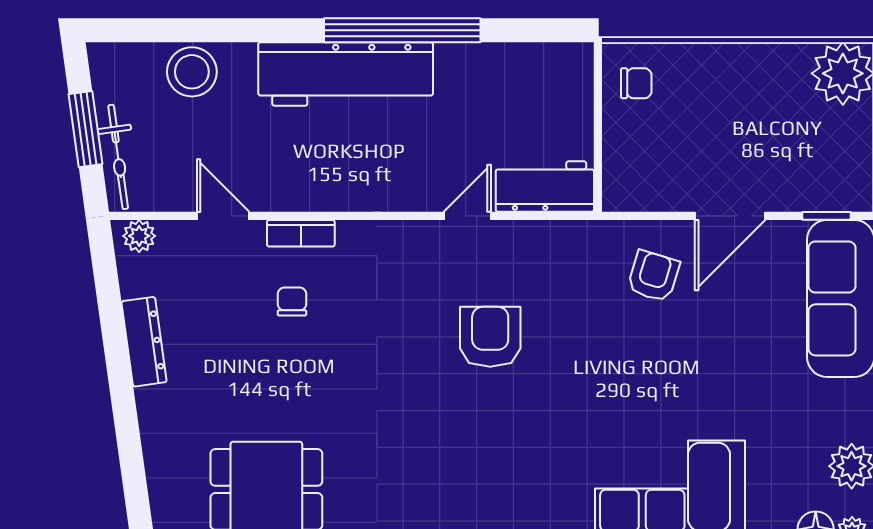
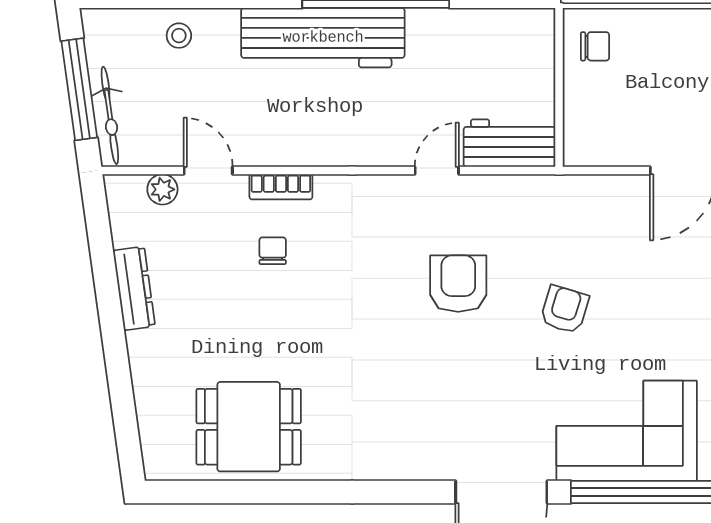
stool: (192, 72) -> (179, 36), width x0.53, depth x0.53
window: (85, 129) -> (79, 89), width x1.44
plant: (139, 236) -> (162, 189), moved
armchair: (653, 276) -> (565, 309), moved

